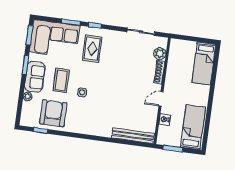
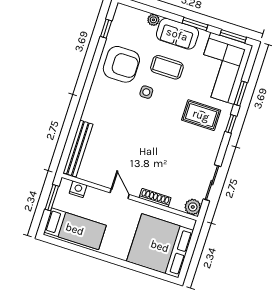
plant: (160, 54) -> (193, 207), moved
bed: (204, 63) -> (160, 246), width x2.04
armchair: (53, 113) -> (121, 64), moved
nightstand: (165, 119) -> (78, 189), moved

